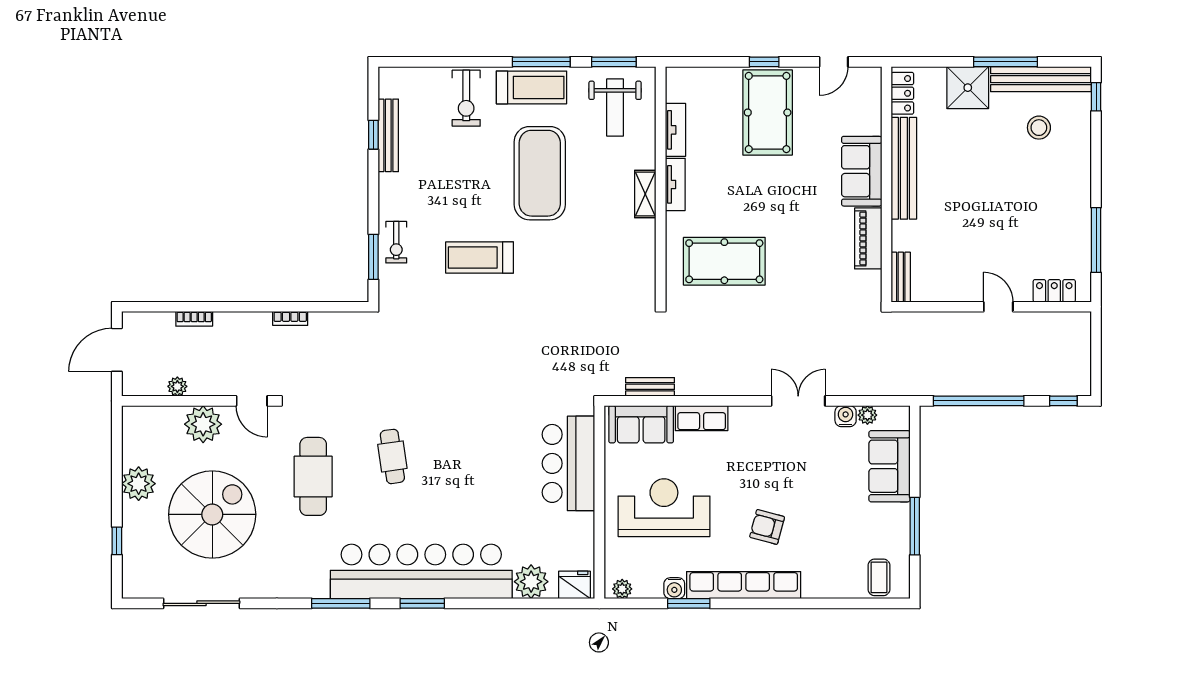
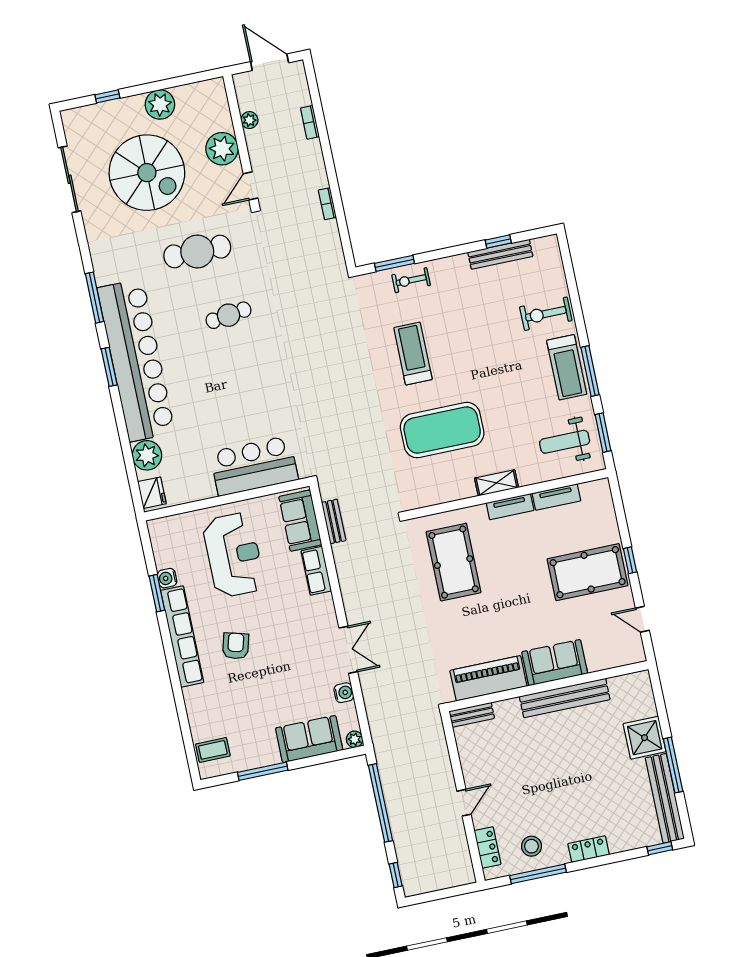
locker: (902, 93) -> (589, 849), moved, turned 180
stool: (1039, 128) -> (532, 846), moved
exercise mat: (540, 173) -> (442, 430), moved
piano: (868, 238) -> (488, 678), width x1.37, depth x1.33
plant: (867, 415) -> (355, 739), moved
plant: (622, 589) -> (157, 534), removed

